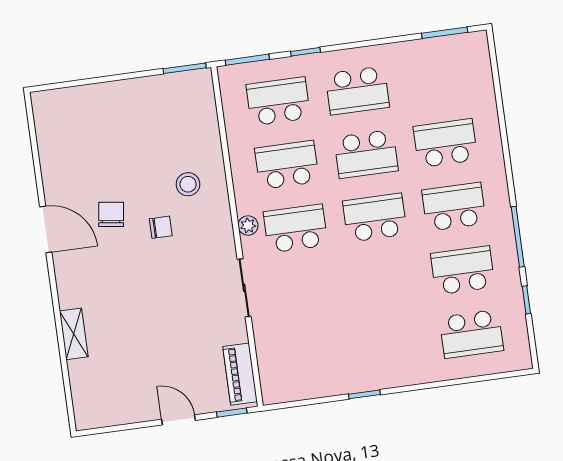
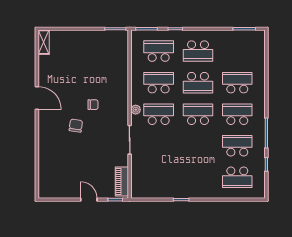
stool: (188, 184) -> (109, 85), removed
chair: (111, 214) -> (76, 126), moved
shelving: (74, 334) -> (44, 42), moved

